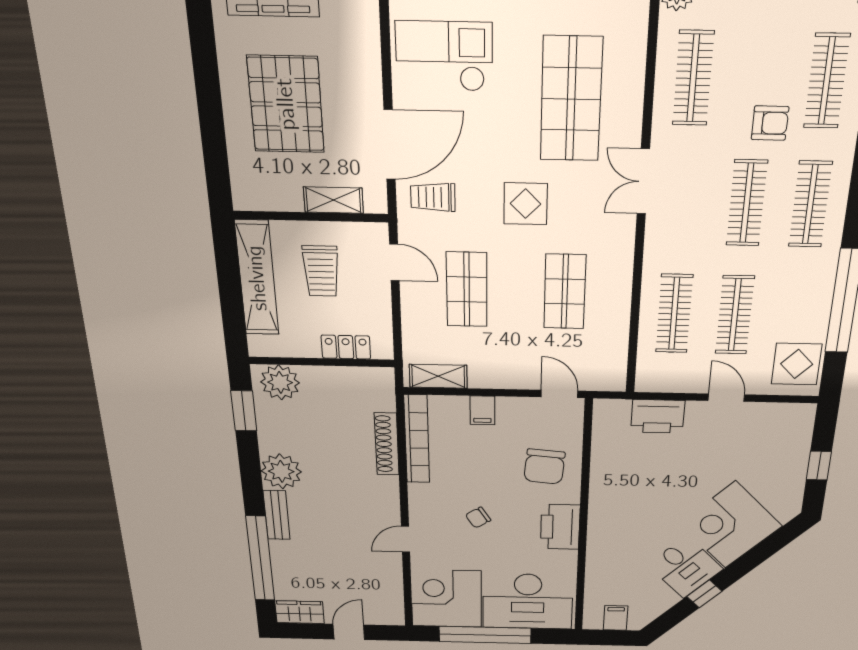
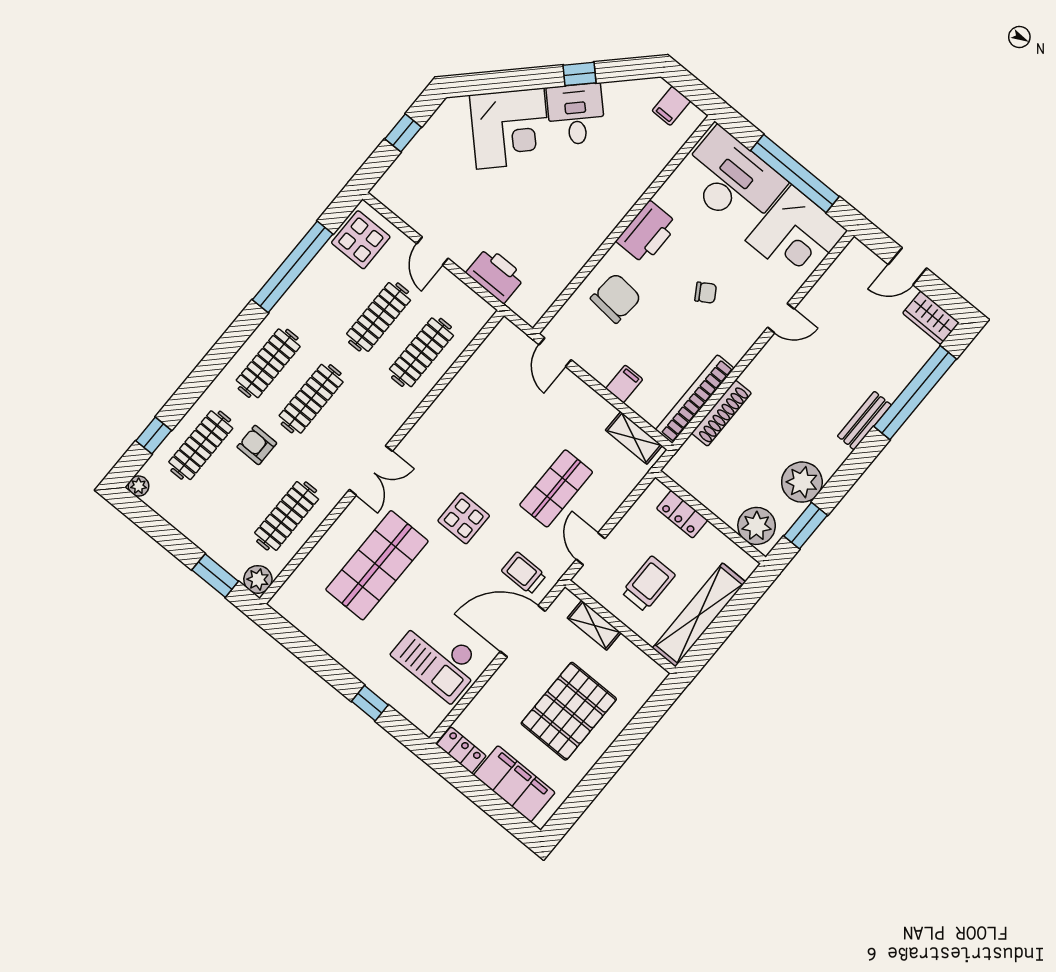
trolley: (433, 197) -> (524, 573), turned 180
shop shelf: (565, 292) -> (487, 432), removed
plant: (281, 471) -> (802, 482), moved

